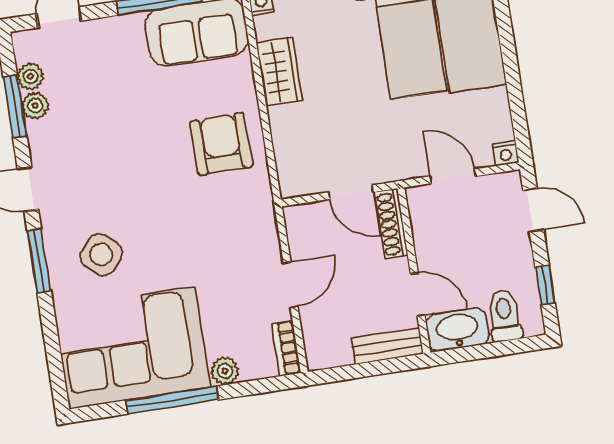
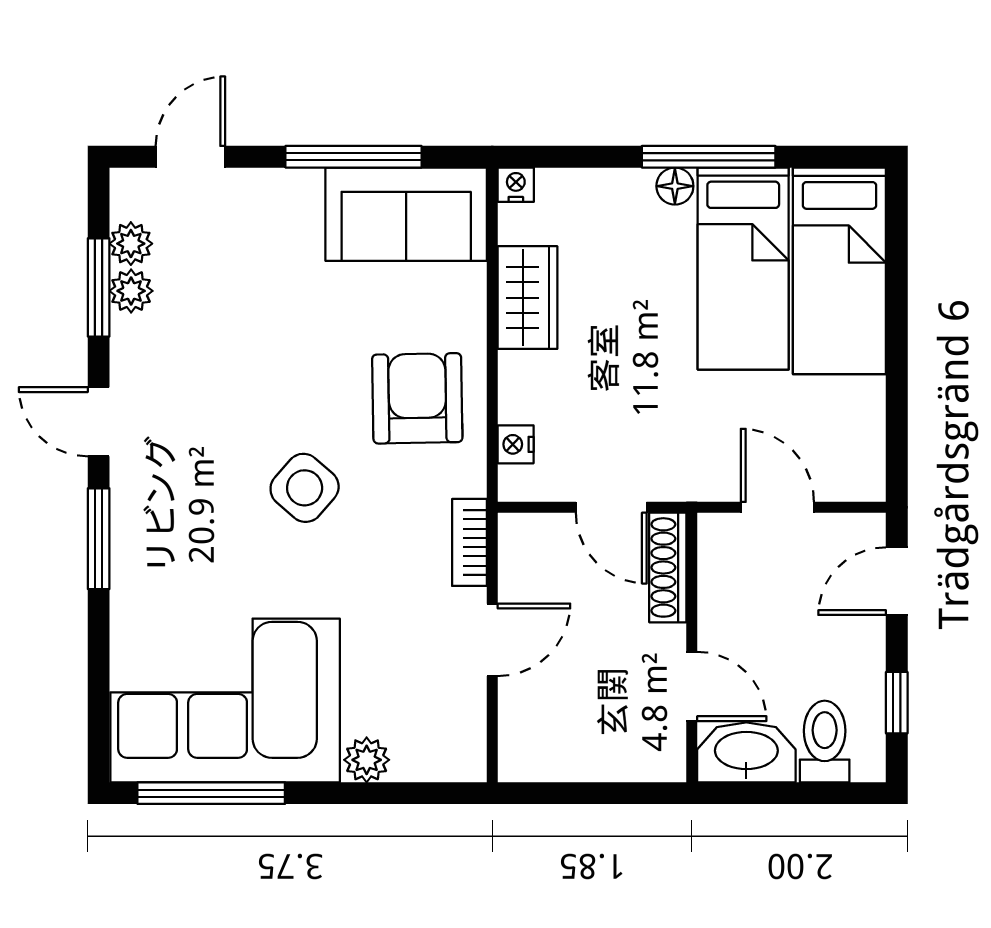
nightstand: (506, 153) -> (516, 444), moved, turned 90
door: (533, 210) -> (897, 581), swing flipped
side table: (101, 255) -> (305, 488), moved
bench: (387, 346) -> (631, 761), removed
bookcase: (286, 348) -> (469, 542), moved
window: (172, 400) -> (211, 793), moved

